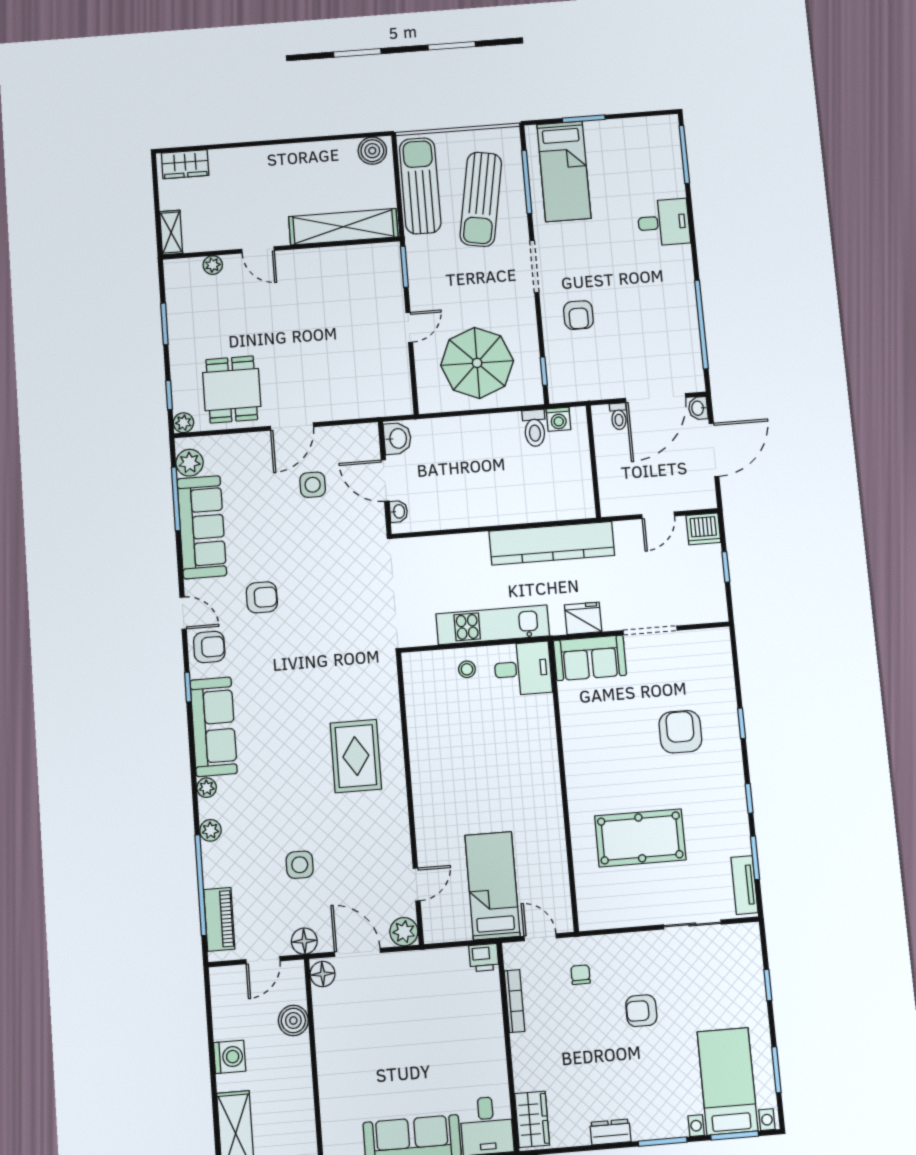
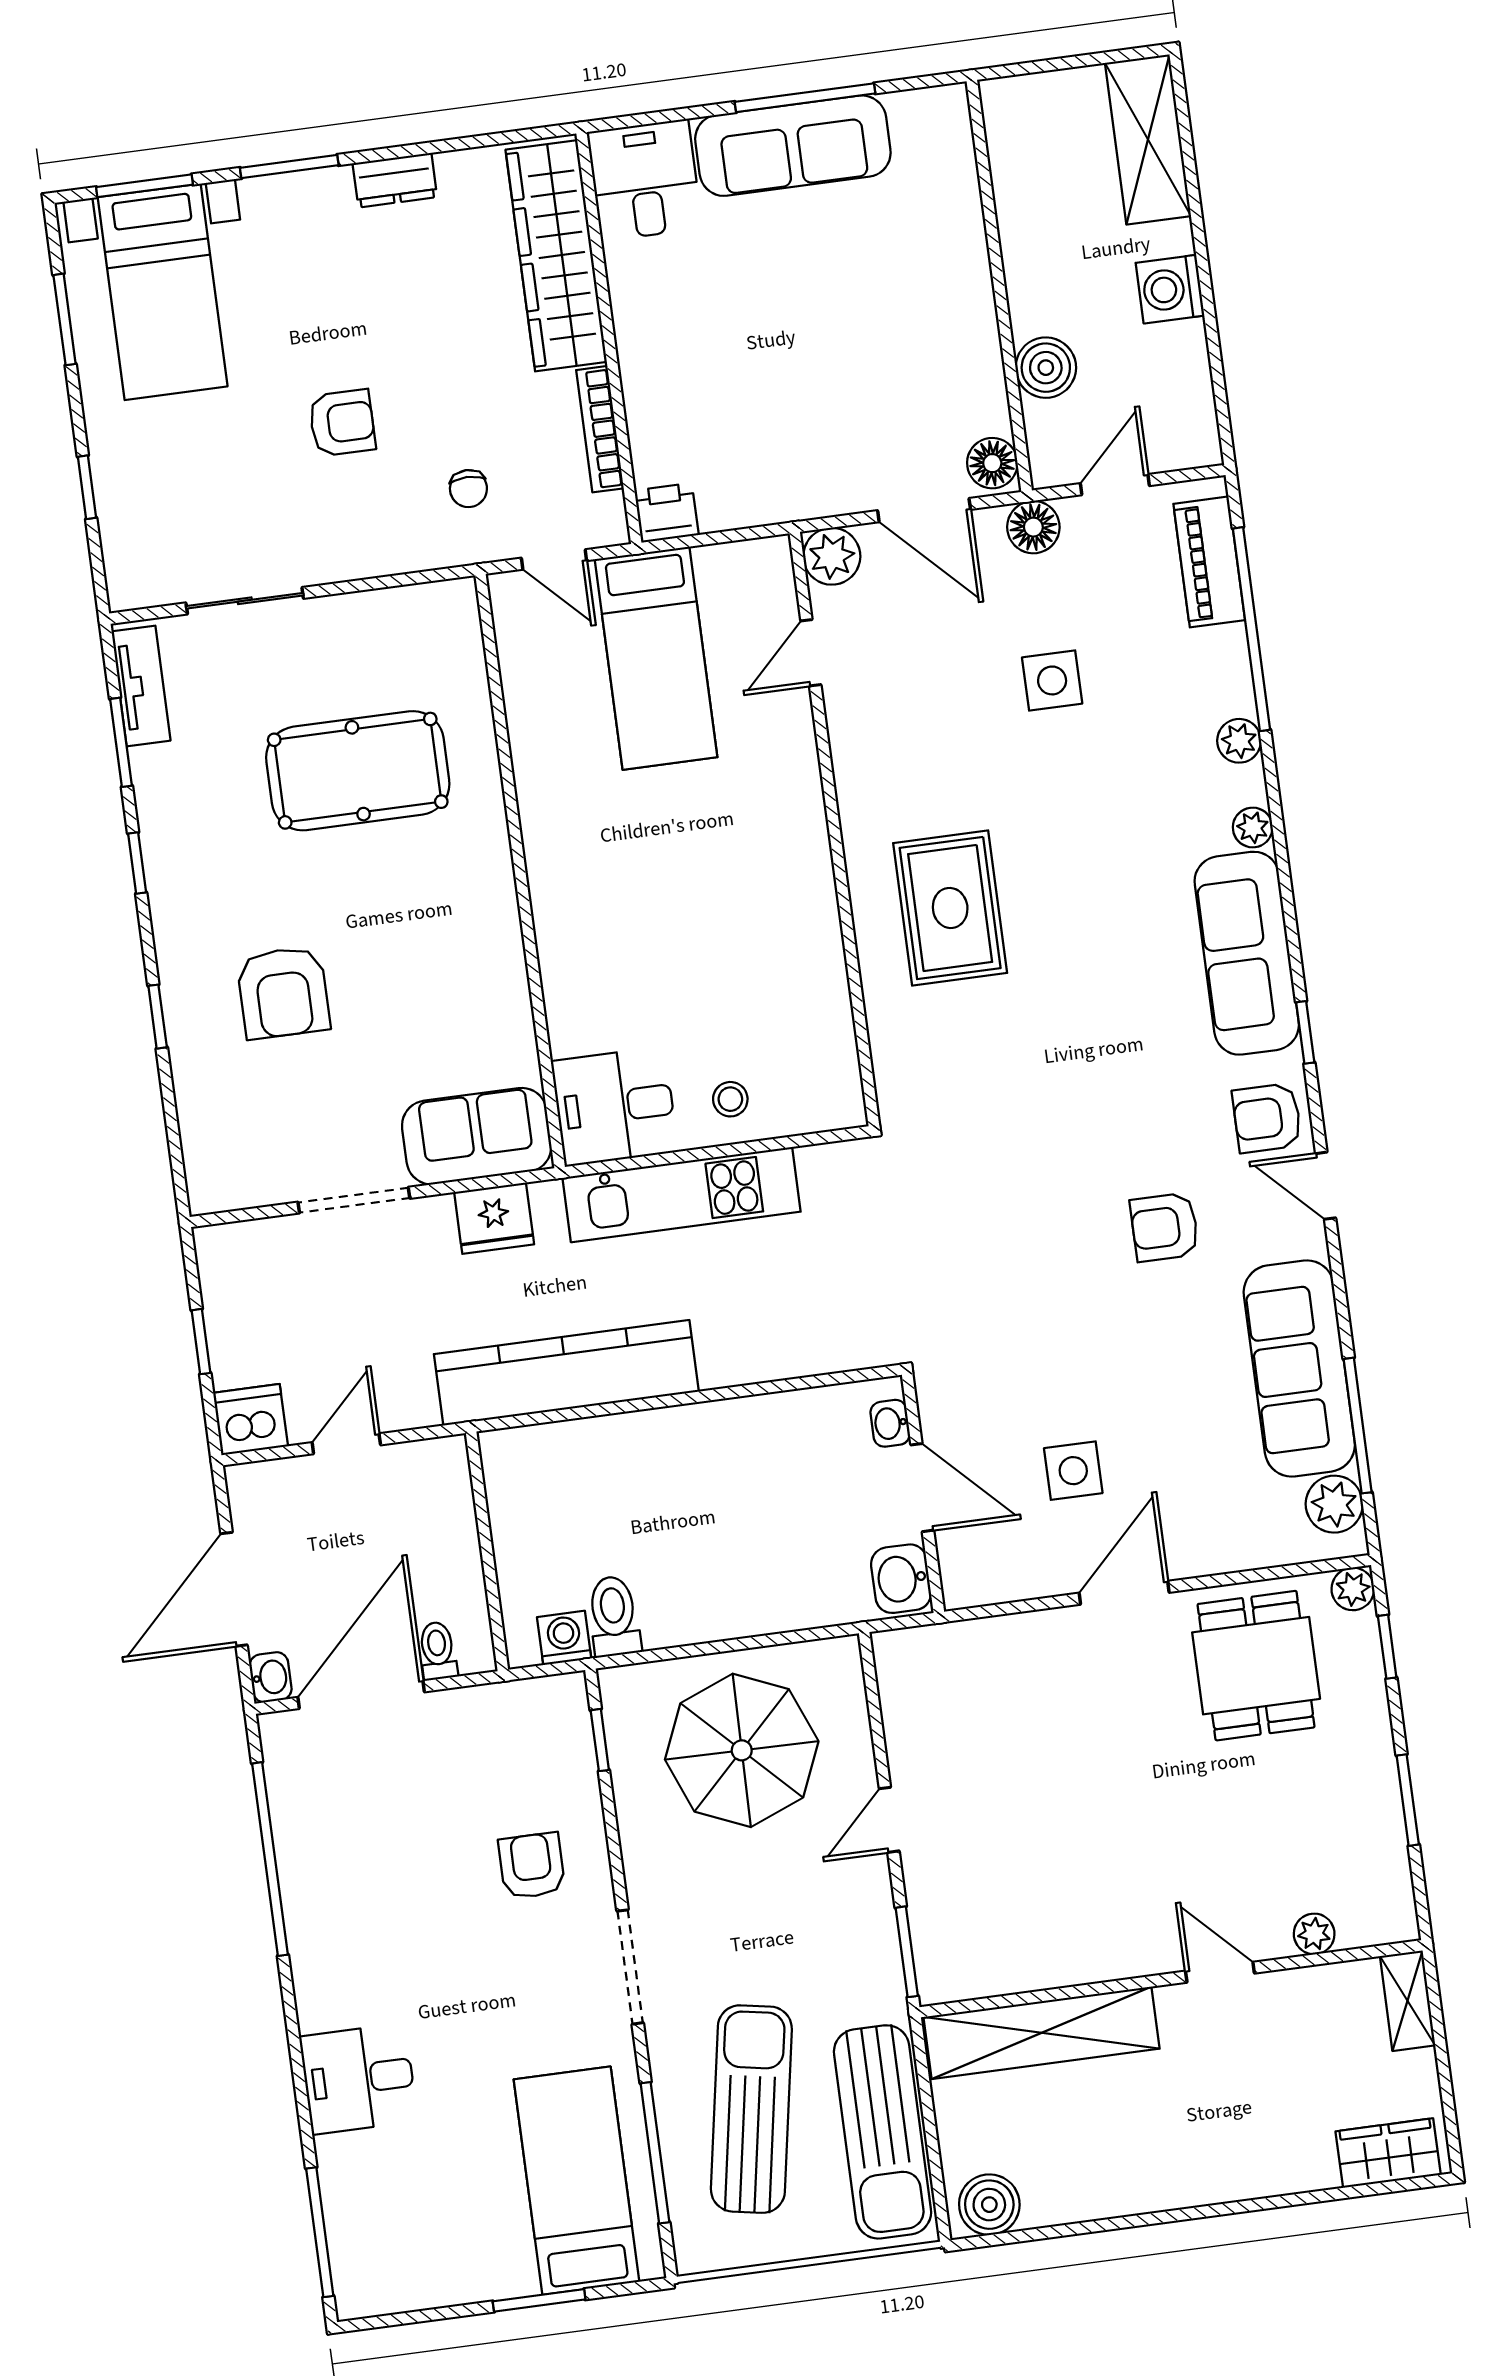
wardrobe: (532, 1119) -> (556, 256), width x2.10, depth x1.17

